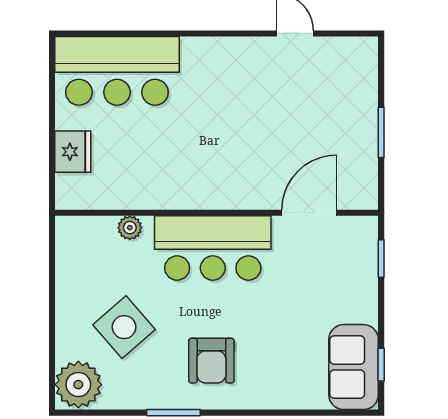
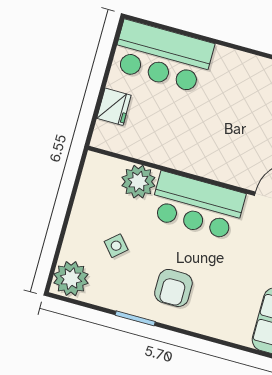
plant: (130, 228) -> (138, 182), width x1.88, depth x1.88
side table: (124, 327) -> (116, 246), width x0.54, depth x0.54

